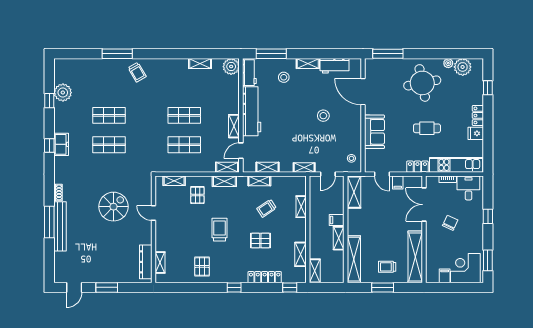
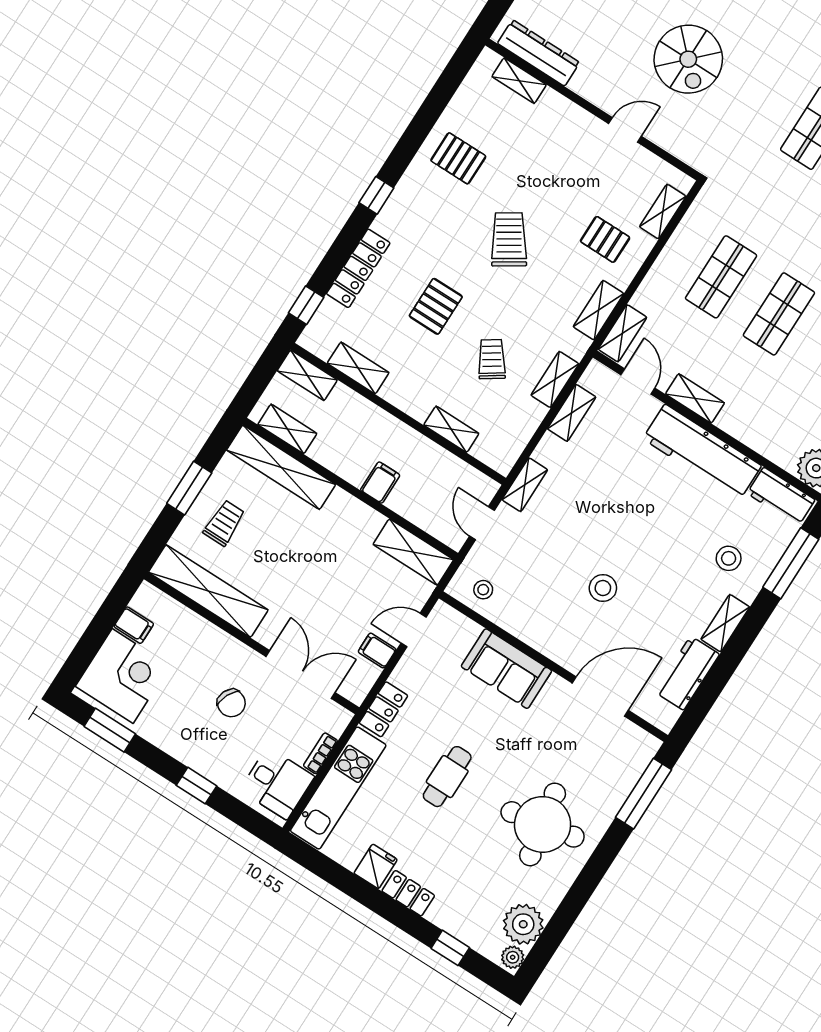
plant: (448, 63) -> (513, 957), moved
trolley: (220, 230) -> (509, 239), turned -123
shelving: (339, 238) -> (287, 429), moved

